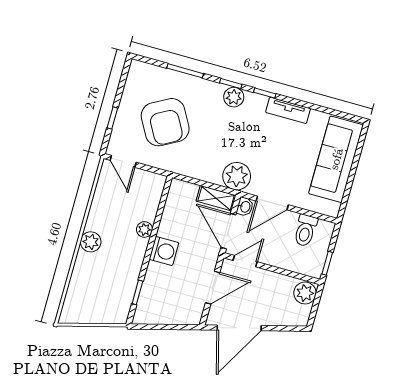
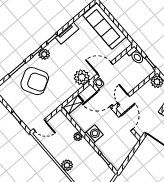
armchair: (165, 122) -> (35, 81), moved
shelving: (216, 198) -> (73, 104), moved
door: (272, 203) -> (105, 69), swing flipped
toilet: (305, 230) -> (136, 56), moved

